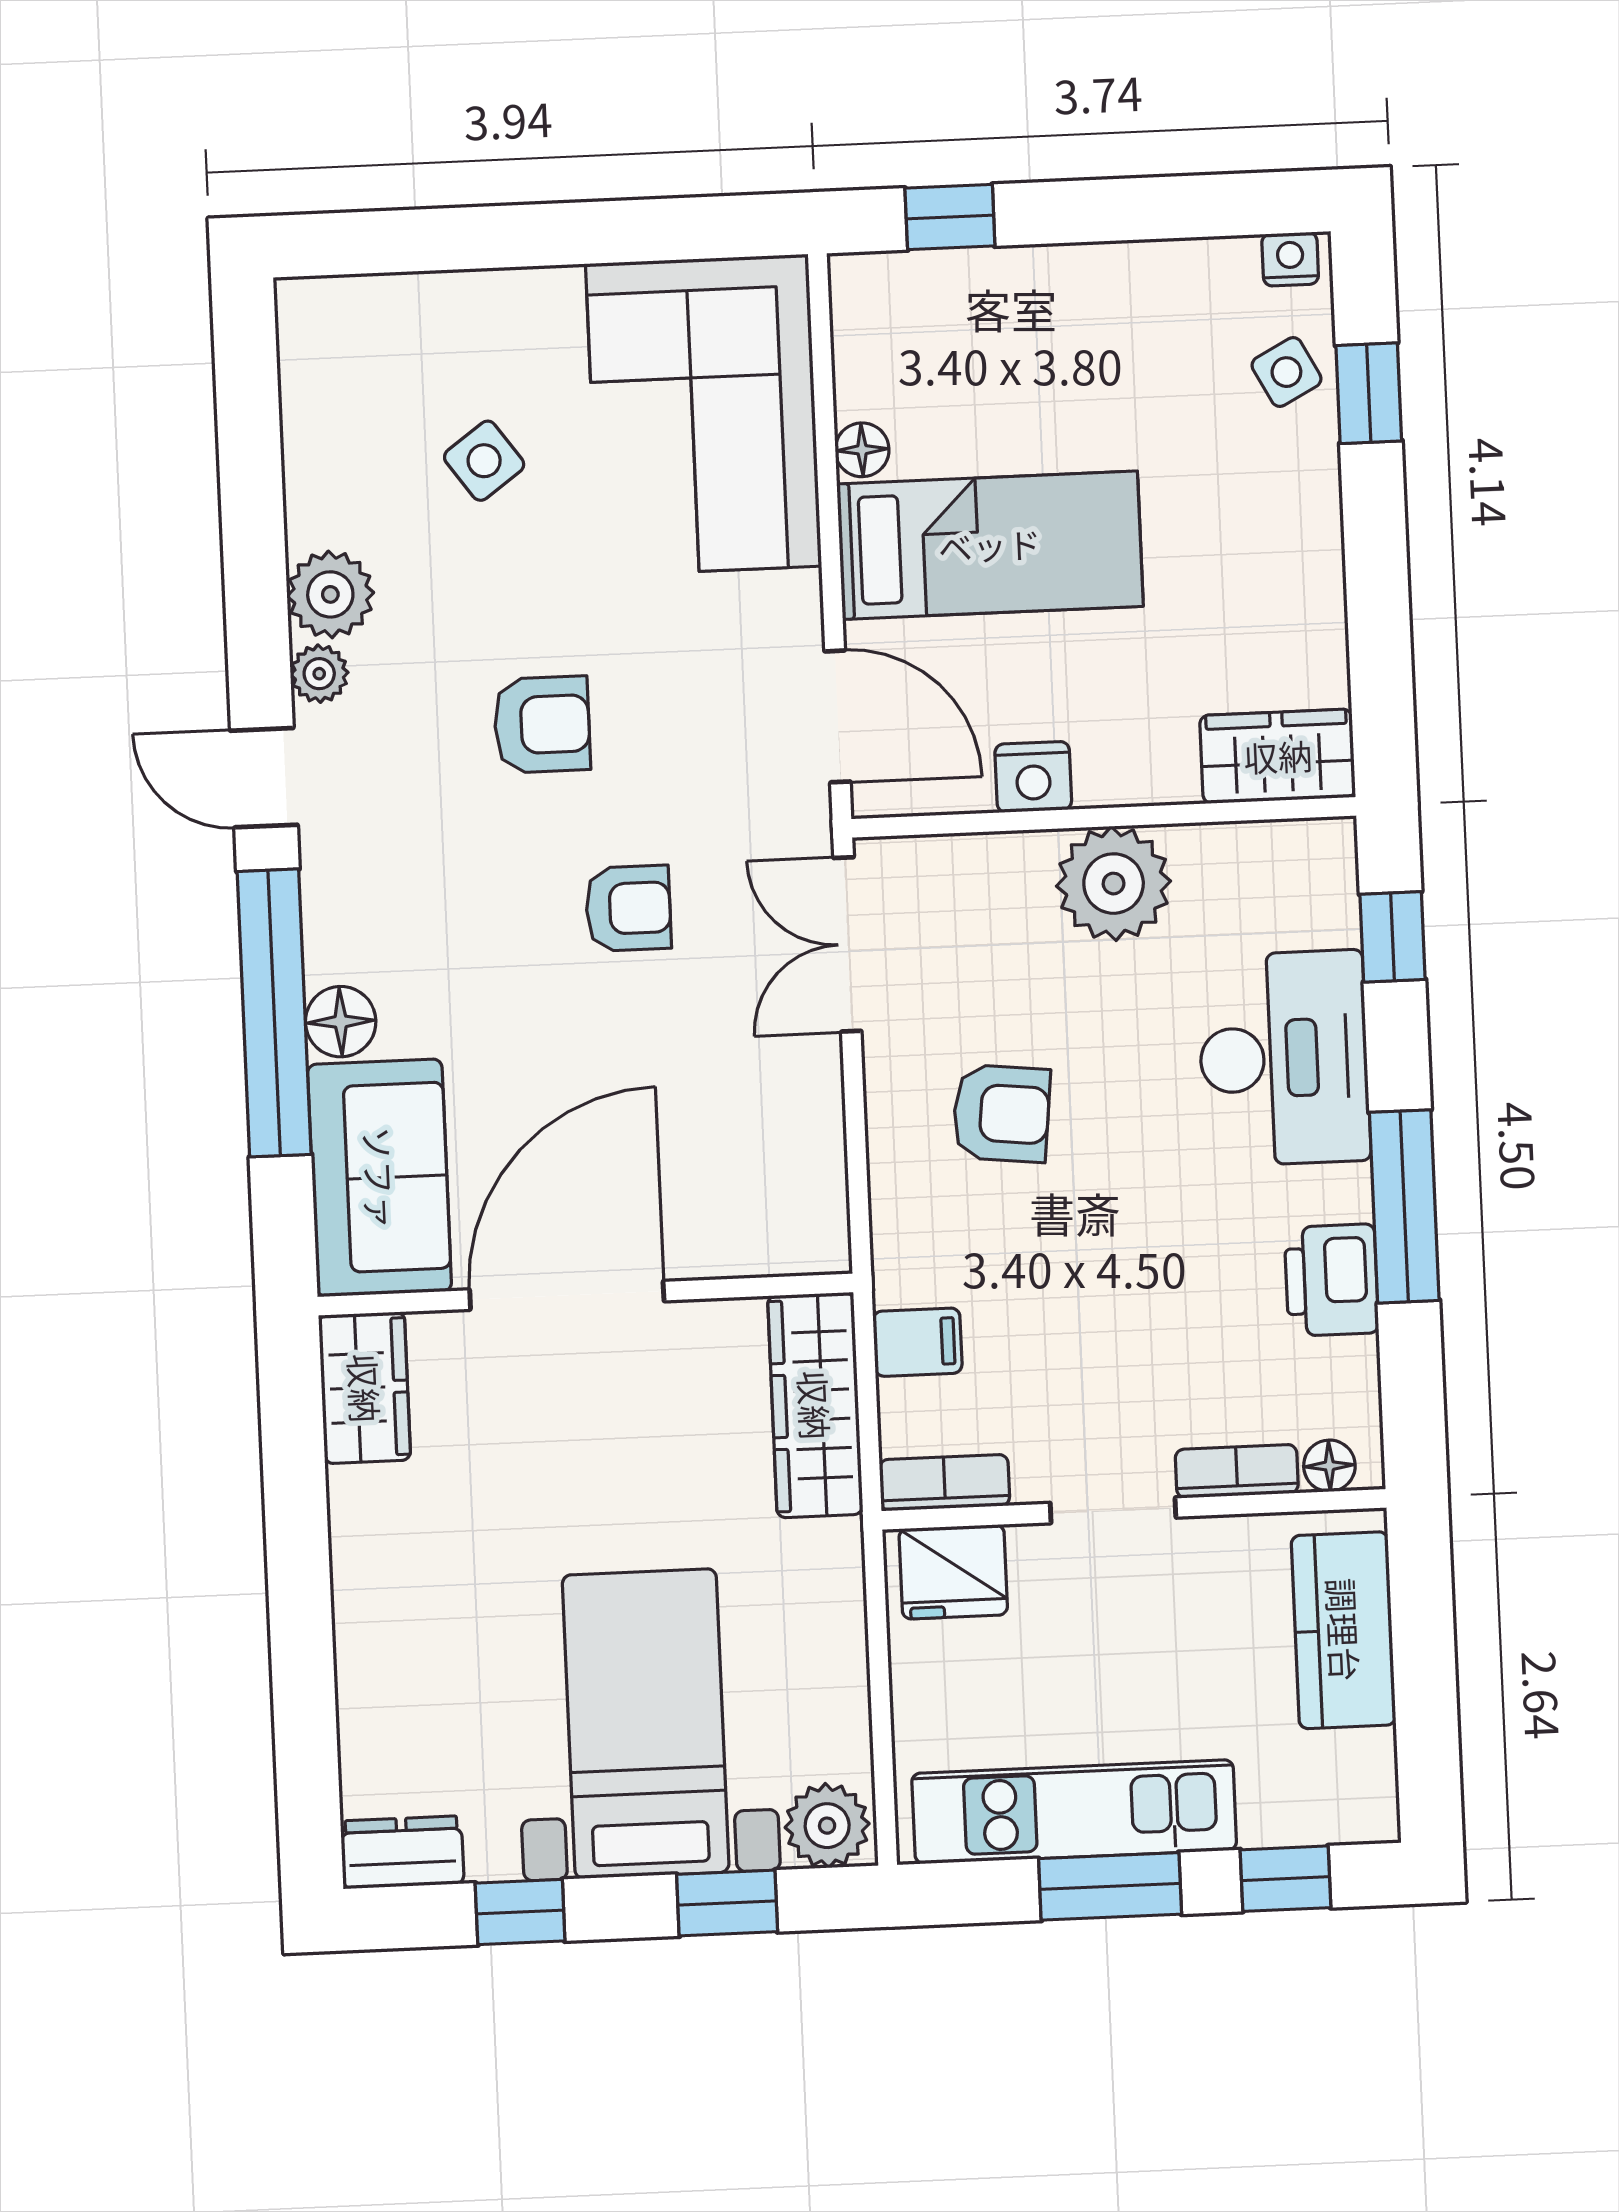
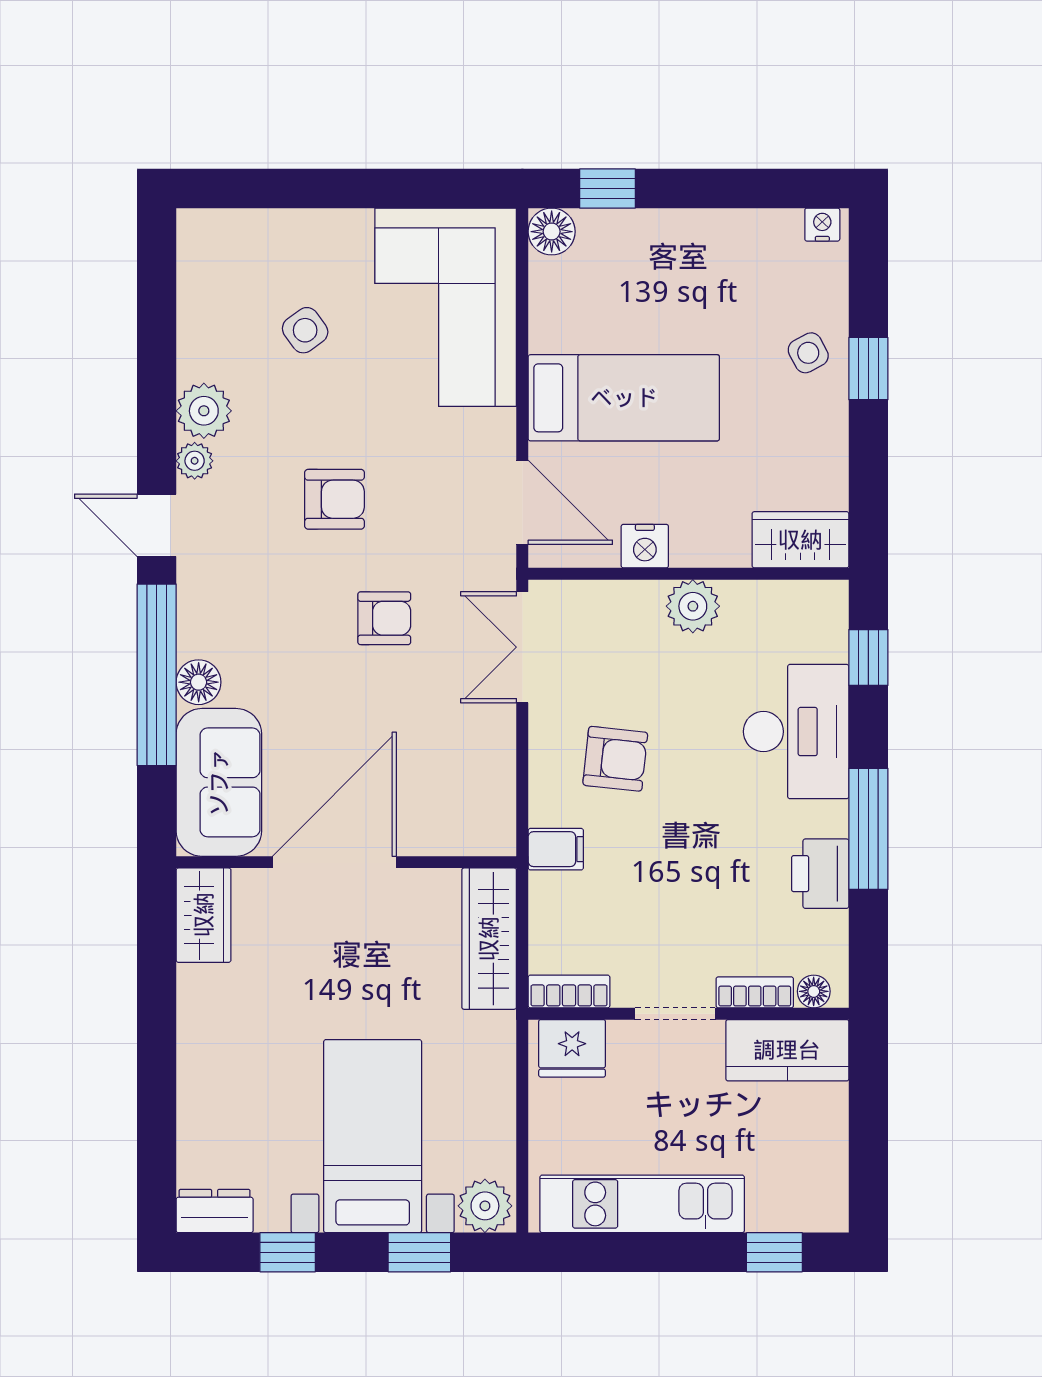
side table: (1286, 372) -> (808, 353), moved
window: (1369, 393) -> (868, 369), moved
floor lamp: (862, 450) -> (552, 232), moved, width x1.37, depth x1.37
plant: (1114, 884) -> (693, 606), width x0.73, depth x0.73
filing cabinet: (918, 1342) -> (556, 849), moved
kitchen counter: (1344, 1630) -> (787, 1050), moved, turned -90
window: (1110, 1886) -> (663, 1252), removed

